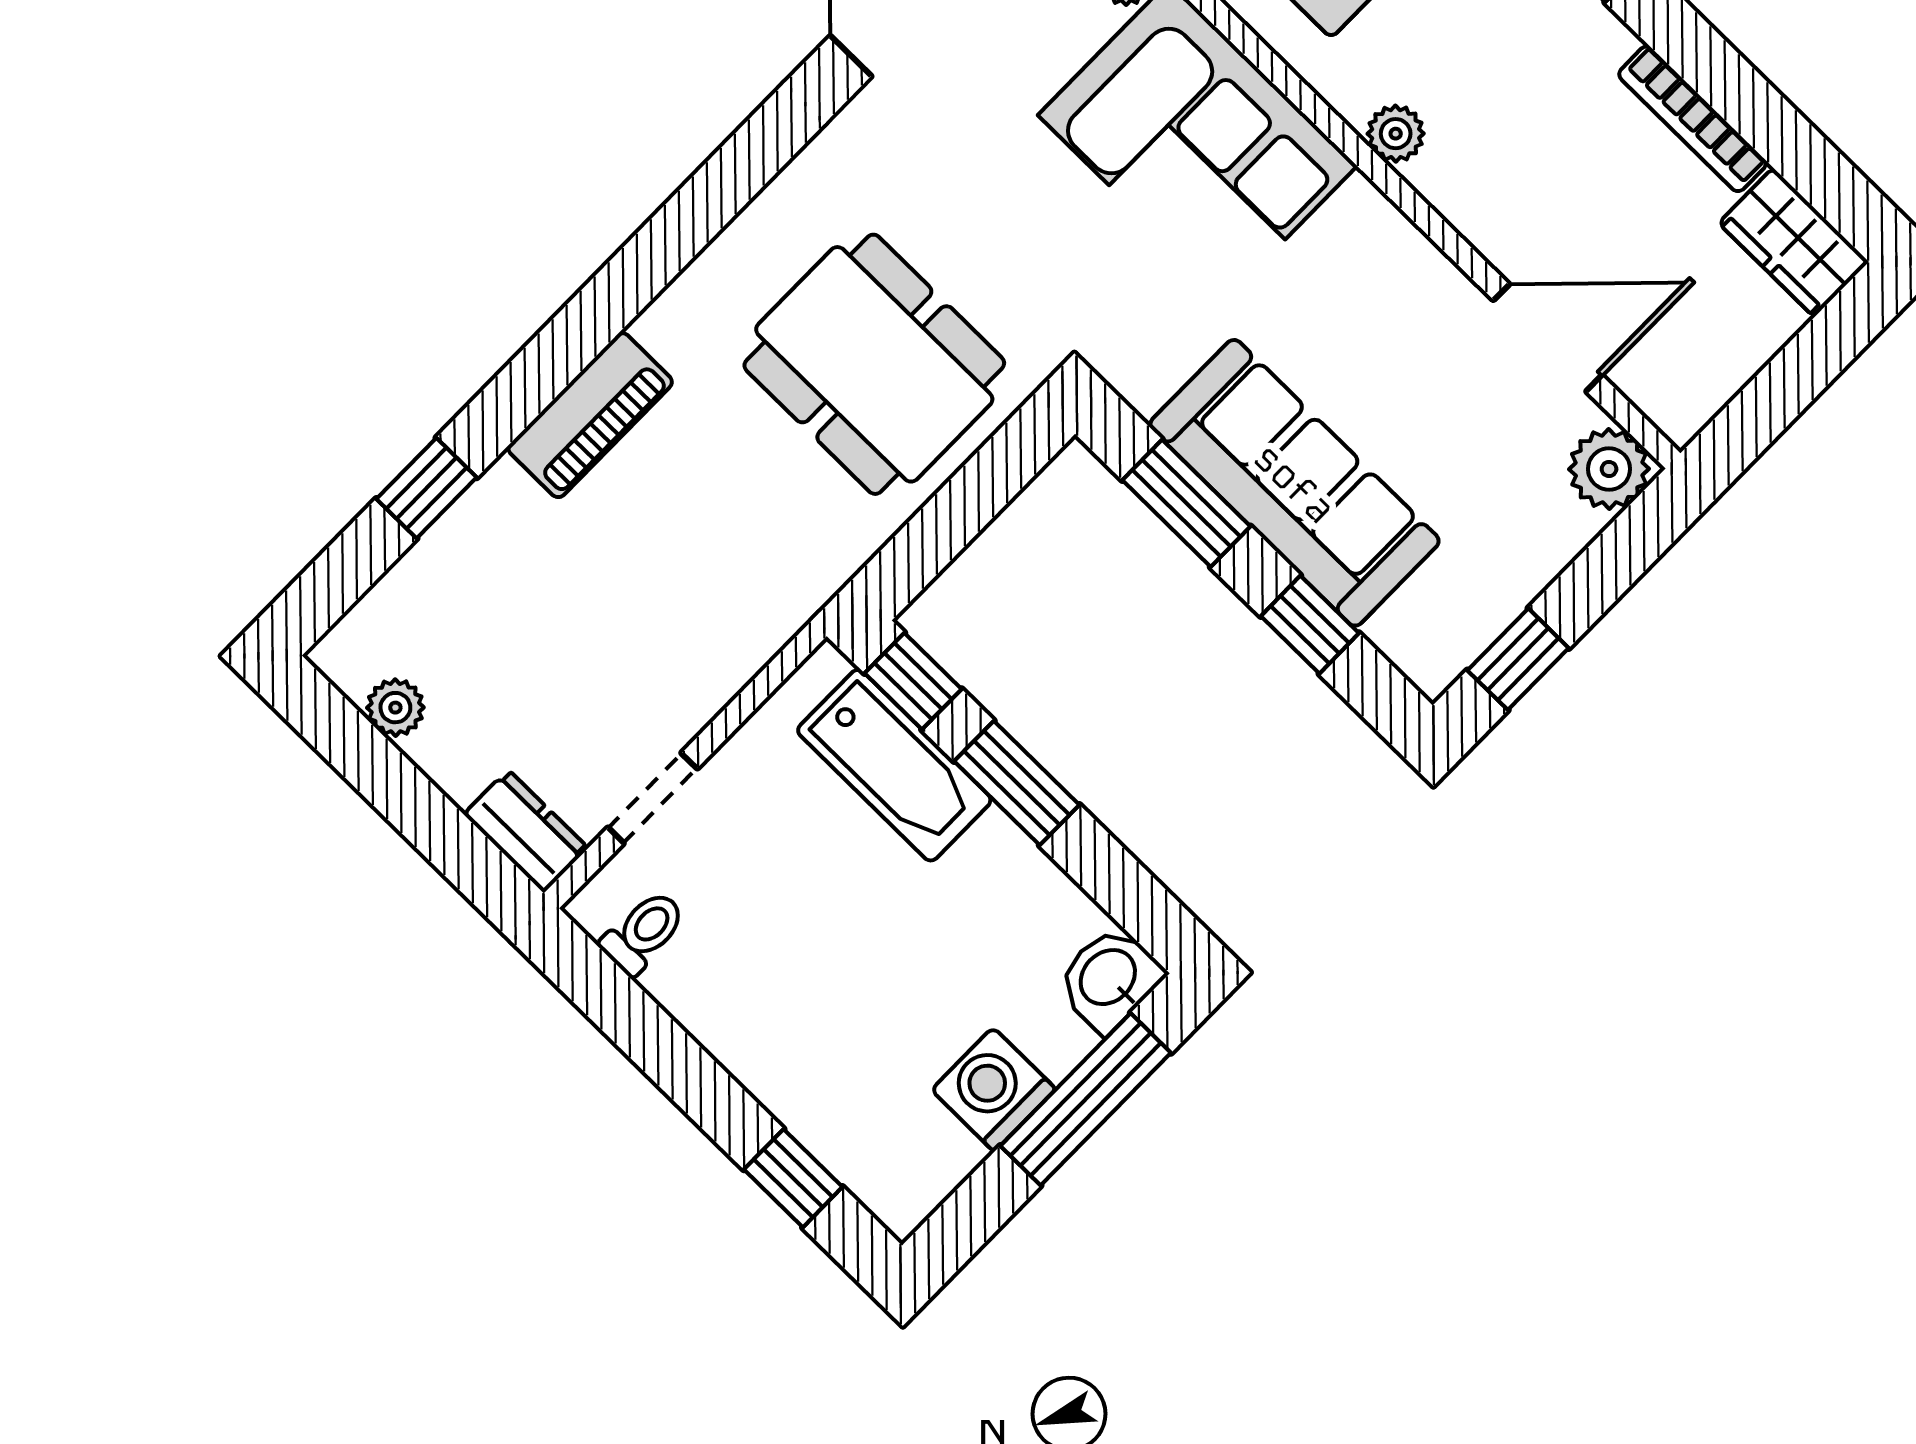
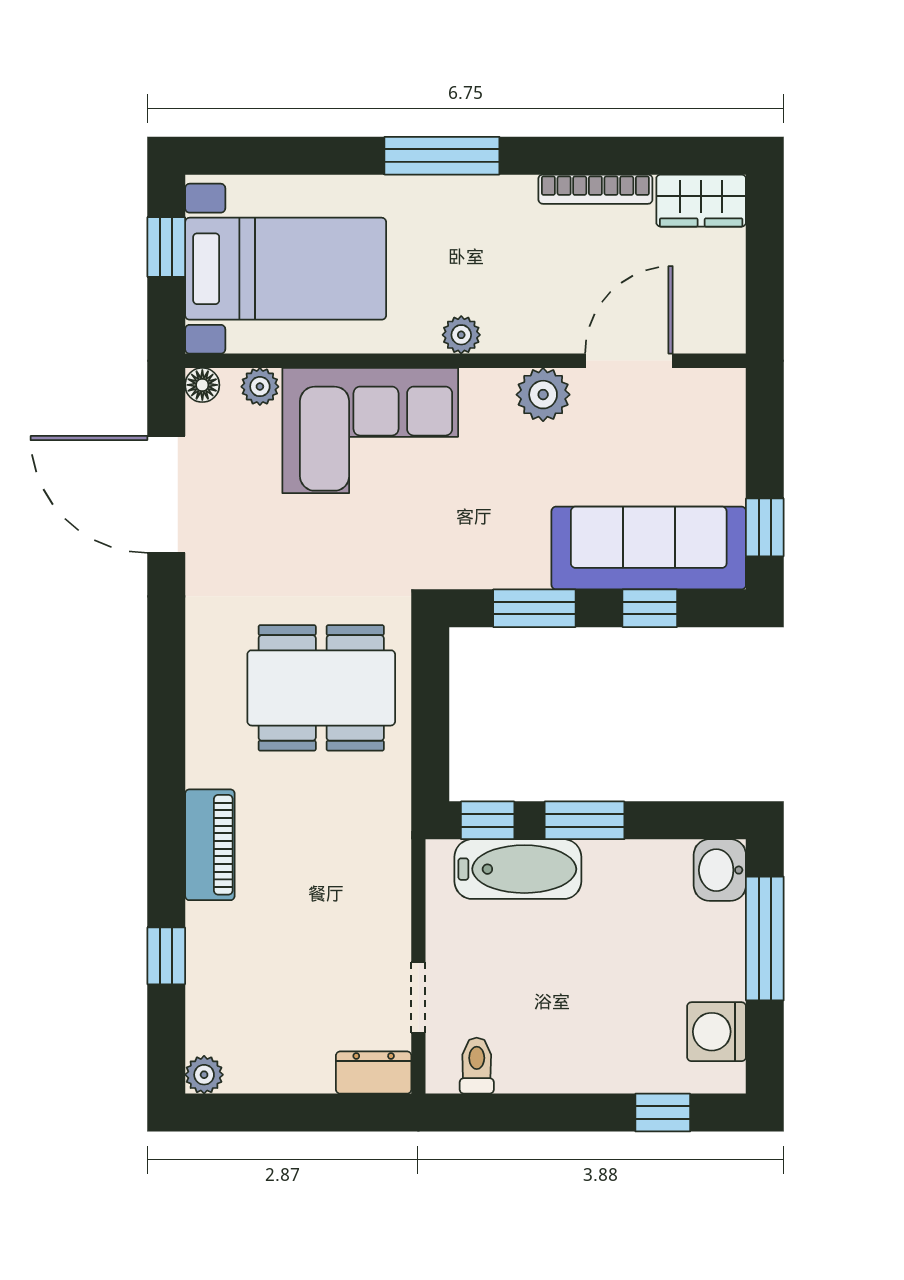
plant: (1609, 469) -> (543, 395), moved
sofa: (1294, 483) -> (649, 548), moved
plant: (395, 708) -> (204, 1075), moved
washing machine: (994, 1089) -> (717, 1032), moved

